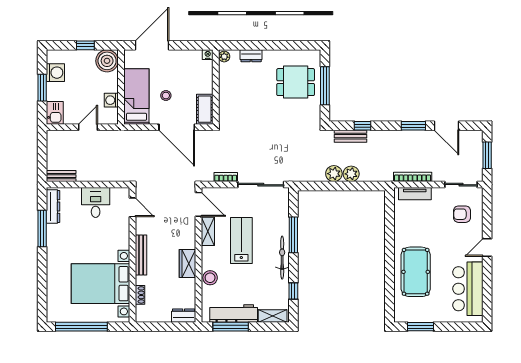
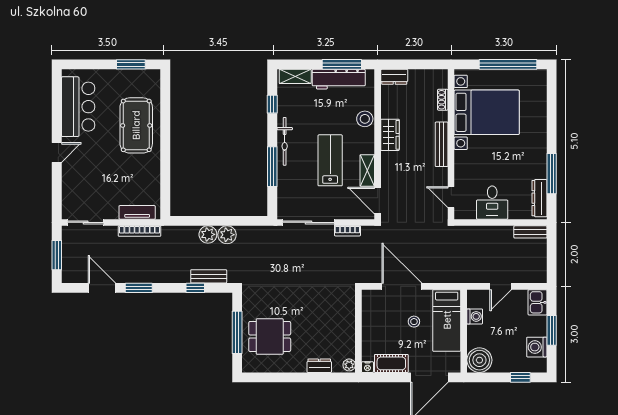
window: (85, 45) -> (520, 377), moved
cot: (205, 109) -> (391, 363), moved, turned 90
armchair: (462, 214) -> (85, 190), removed
lab bench: (241, 240) -> (330, 160), turned 180

